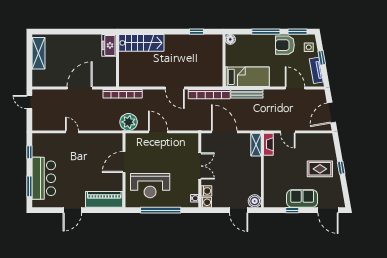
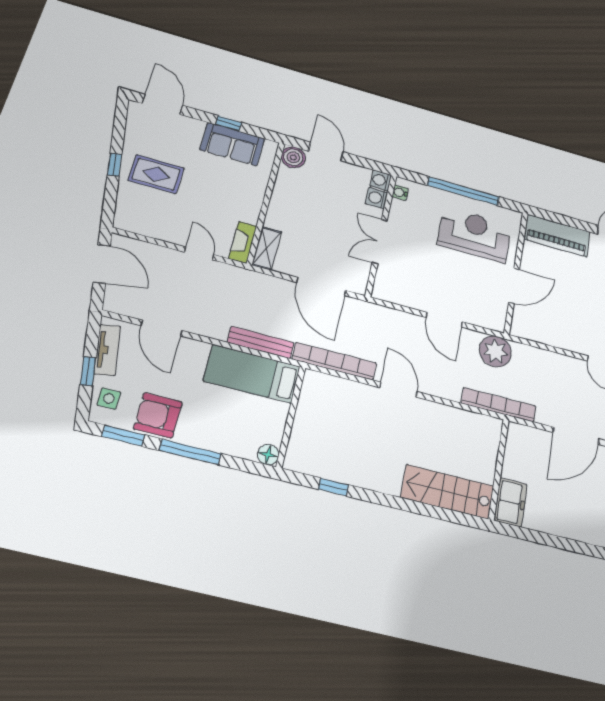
armchair: (285, 45) -> (158, 415), turned 180
door: (331, 113) -> (102, 264), hinge flipped
sofa: (302, 199) -> (232, 144), moved

